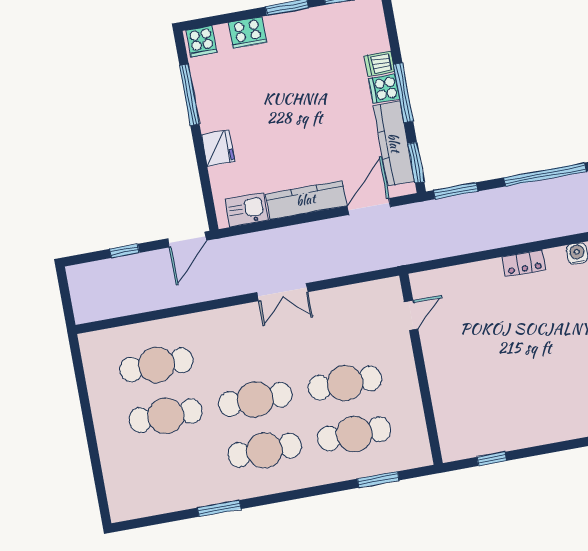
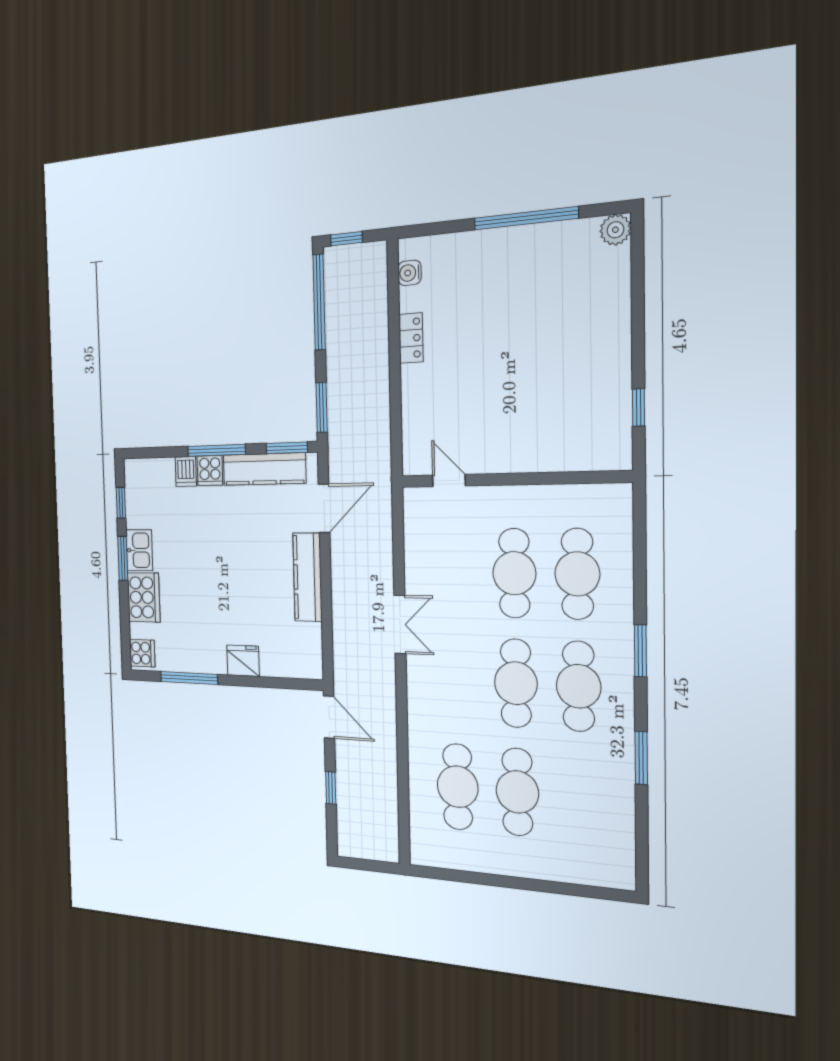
cooker: (248, 32) -> (144, 597), width x1.37, depth x1.31
door: (369, 206) -> (324, 508), swing flipped
kitchen sink: (246, 210) -> (139, 550), moved, turned 180
window: (378, 479) -> (640, 651), moved

